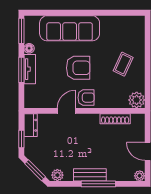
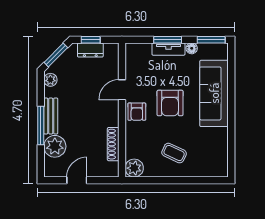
door: (66, 111) -> (122, 90), swing flipped
dresser: (31, 125) -> (90, 50), moved
plant: (140, 176) -> (55, 146), moved, width x1.87, depth x1.87

